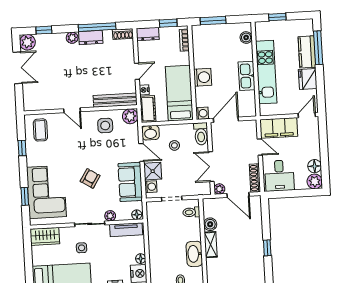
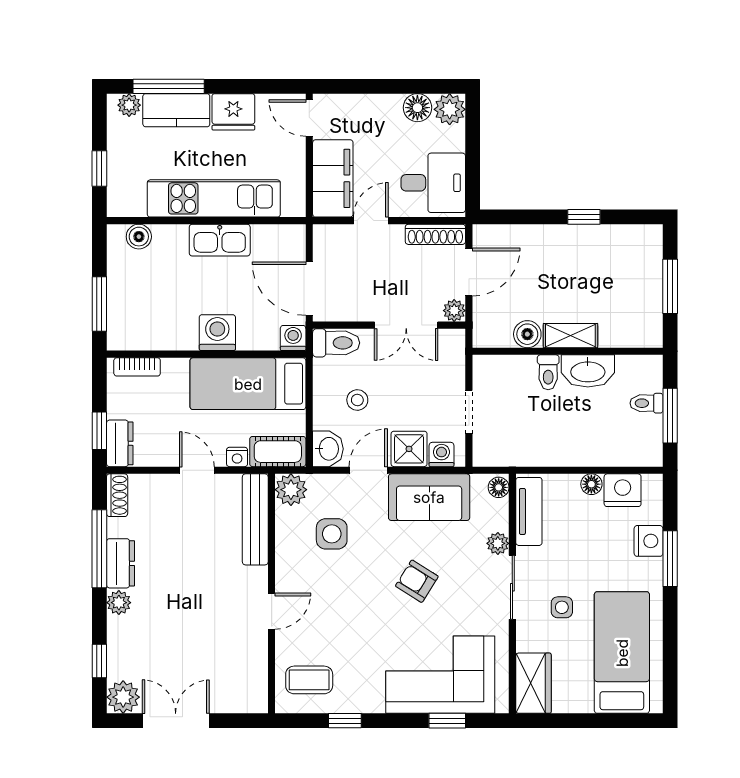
window: (168, 23) -> (99, 431), moved
plant: (308, 29) -> (129, 105), added
side table: (105, 126) -> (332, 534), moved
toilet: (191, 212) -> (548, 372), moved

